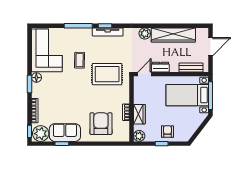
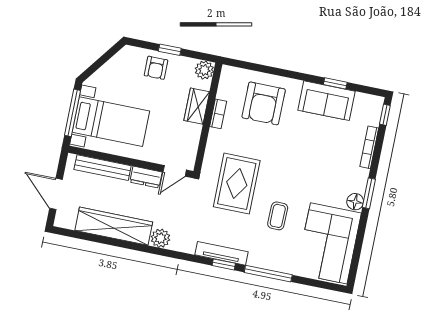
door: (210, 47) -> (56, 194), hinge flipped
bench: (191, 67) -> (103, 168), width x1.36
rug: (107, 74) -> (237, 184), turned 90
plant: (41, 134) -> (367, 107), removed

